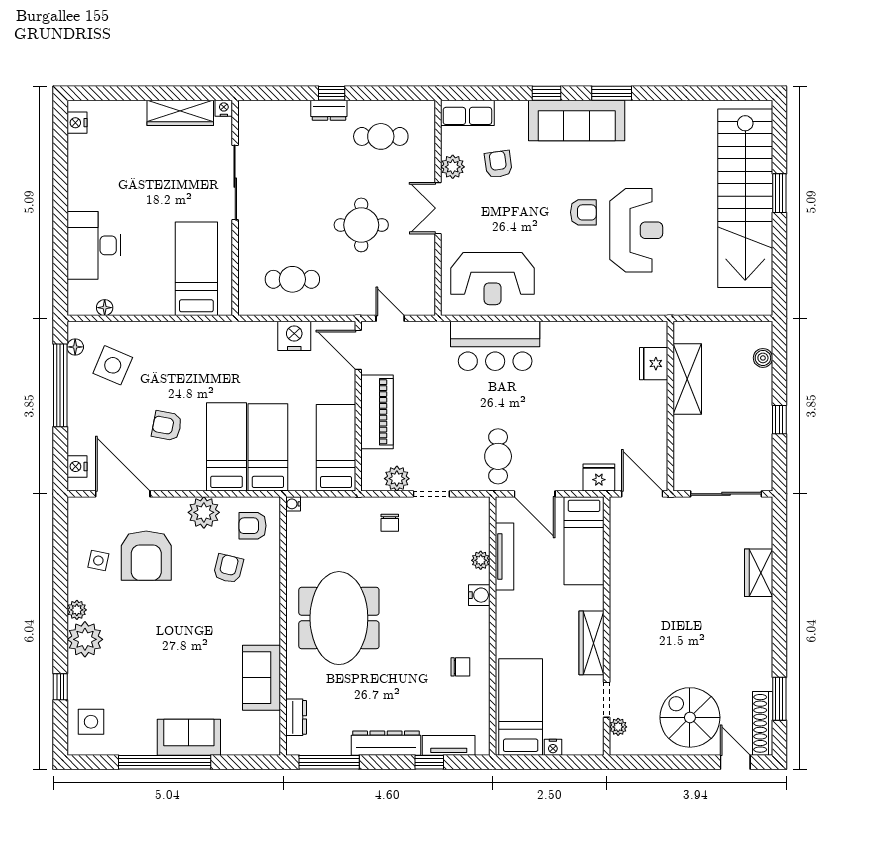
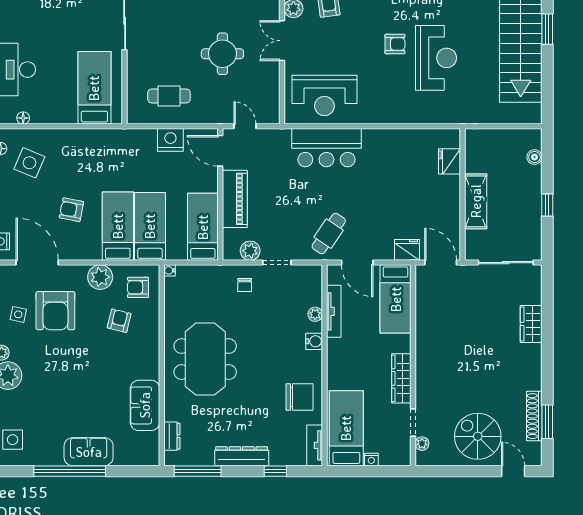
shelving: (687, 379) -> (476, 201), moved
cafe table: (498, 456) -> (329, 234), turned 34
chair: (460, 667) -> (299, 397), width x1.87, depth x1.87
shoe rack: (763, 723) -> (534, 416), moved
tv unit: (449, 745) -> (315, 445), moved, turned -90

